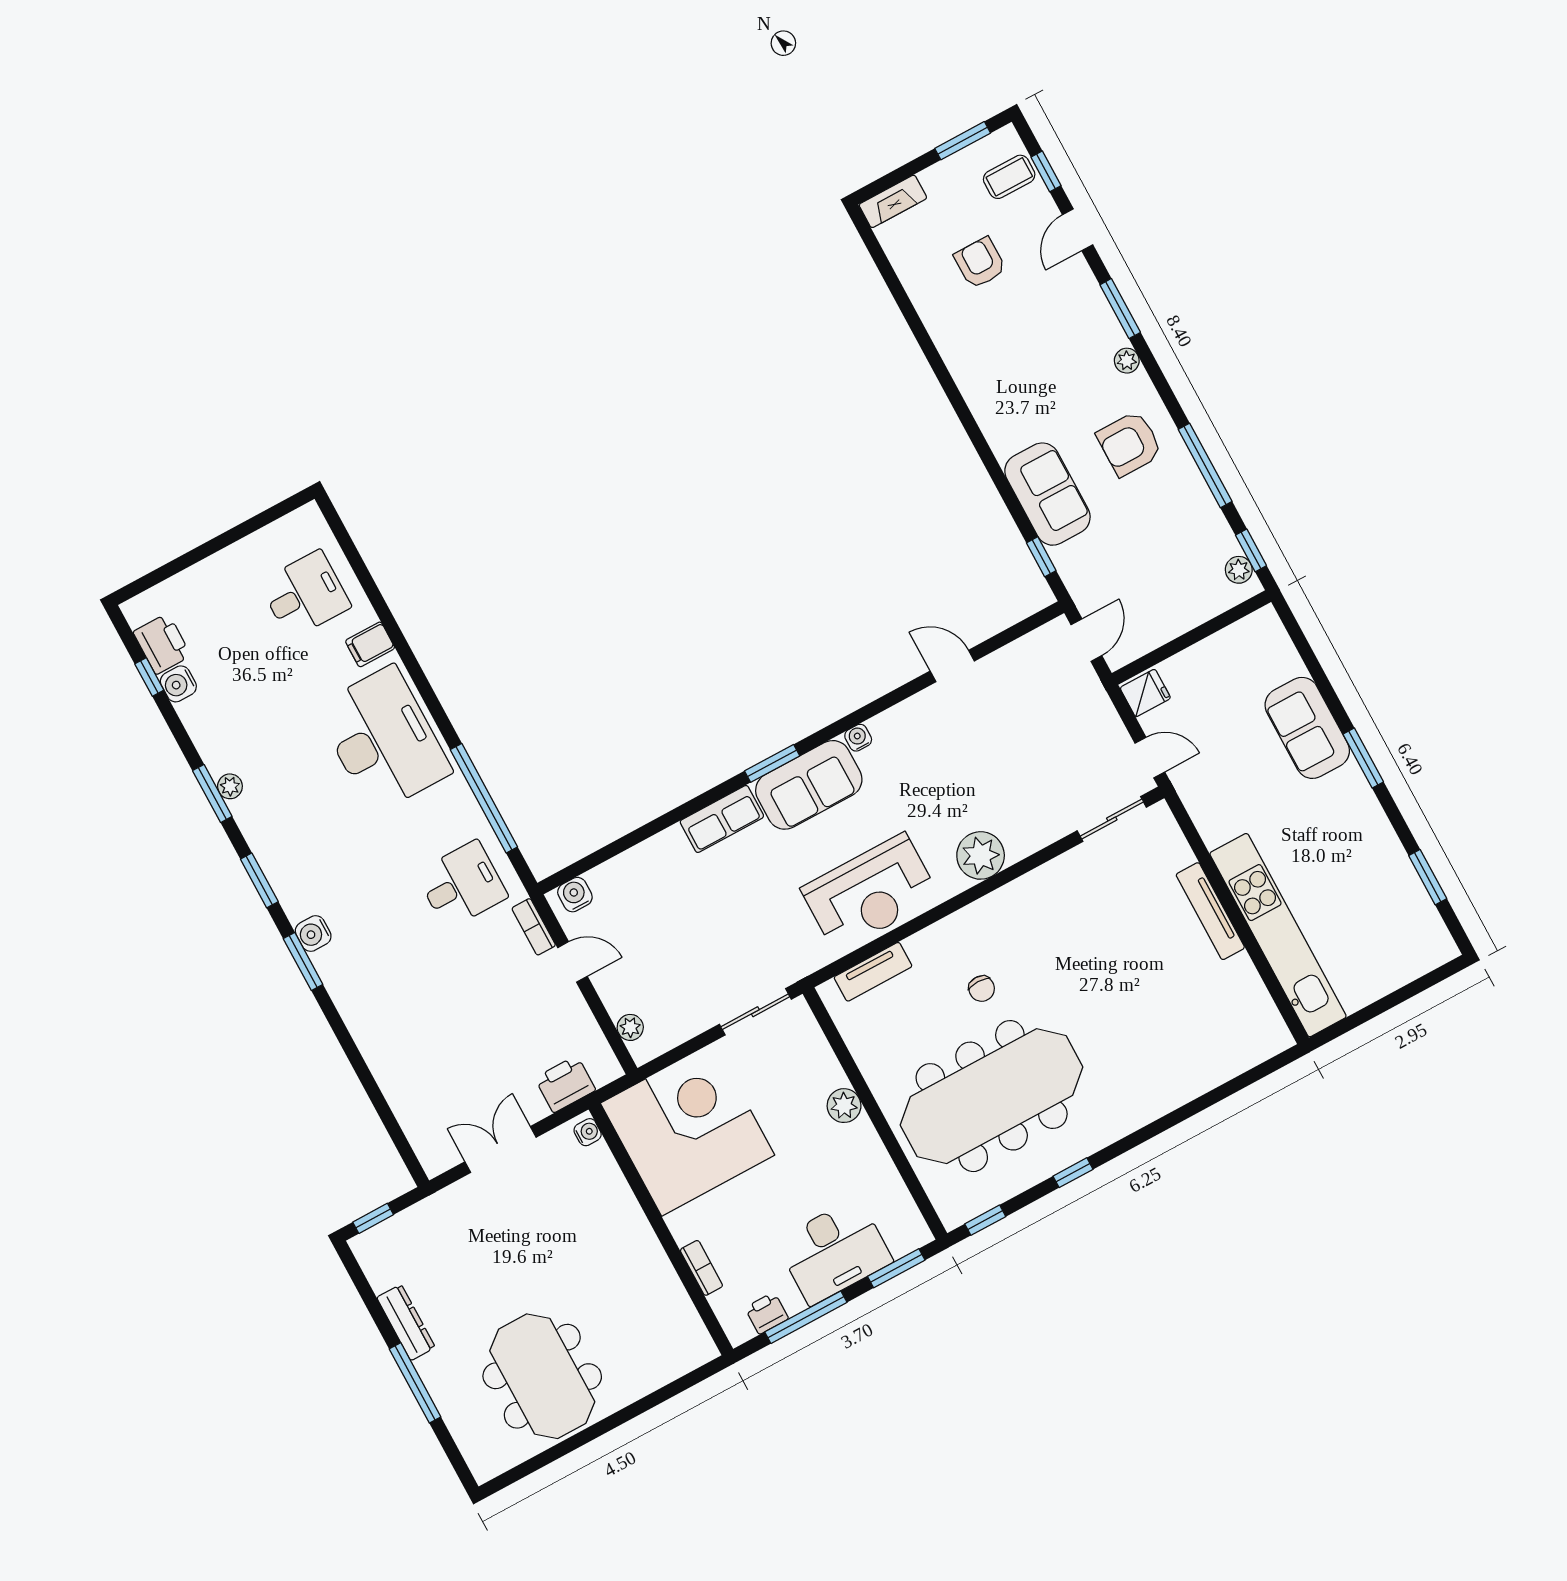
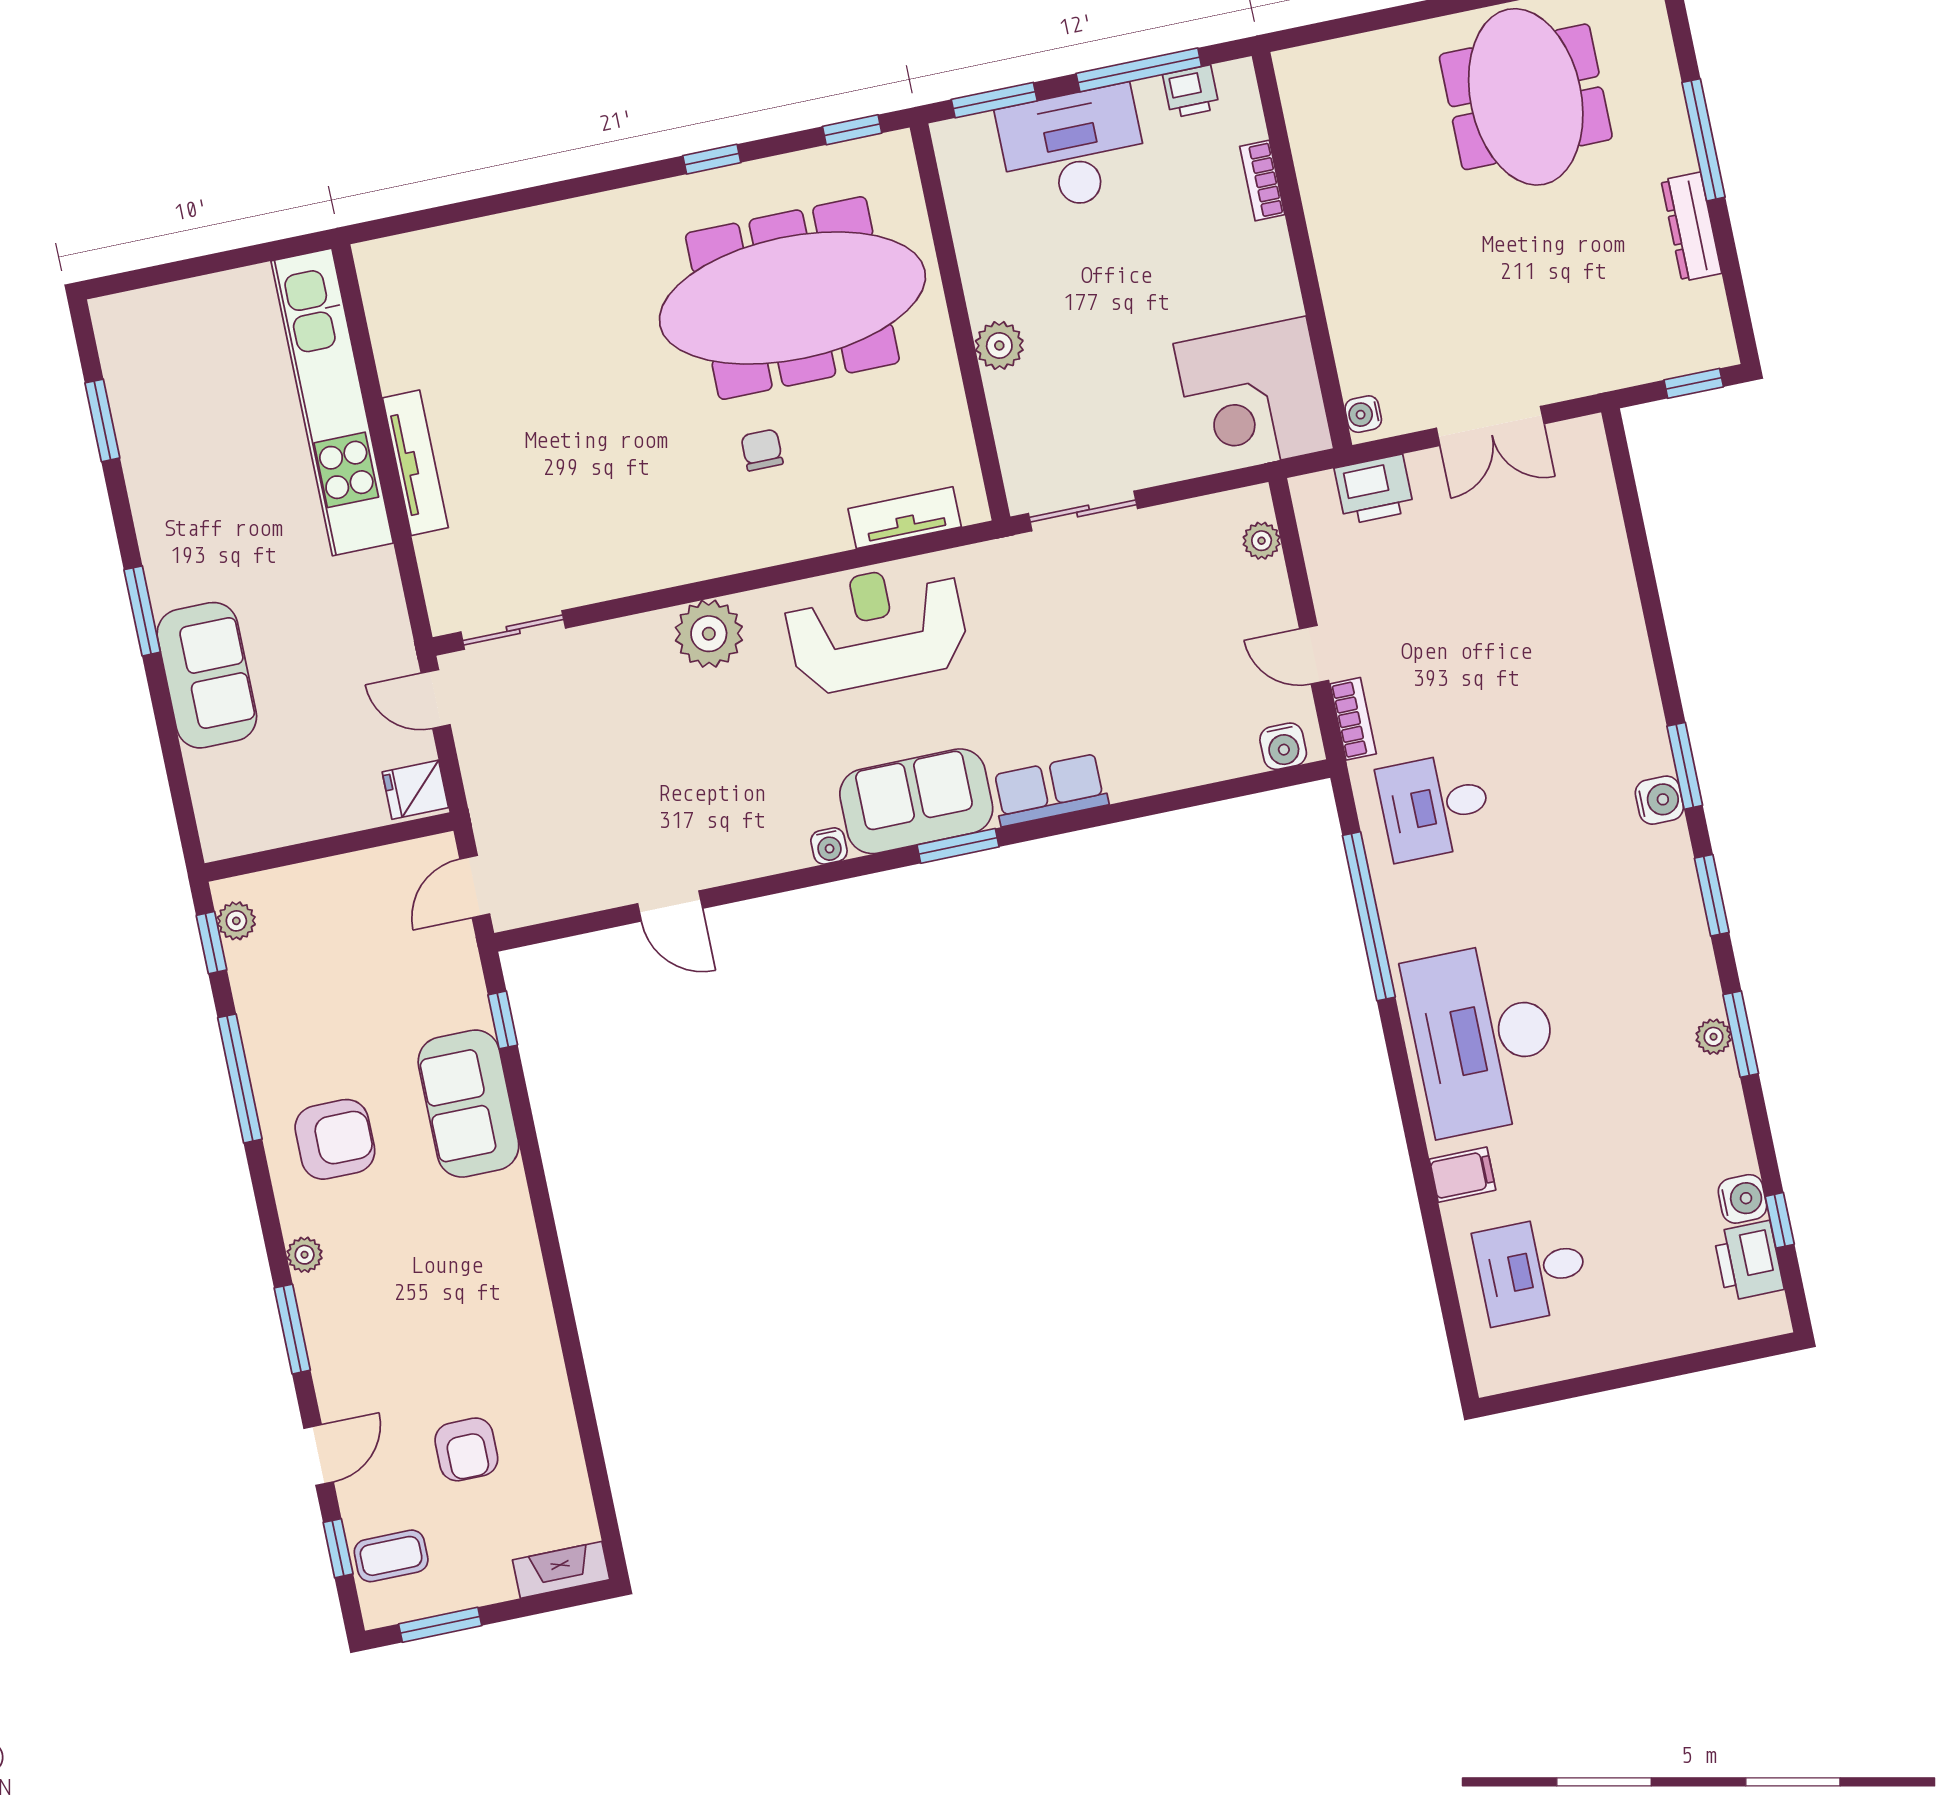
corner desk: (688, 1129) -> (1253, 396), width x0.74, depth x0.74

